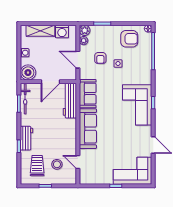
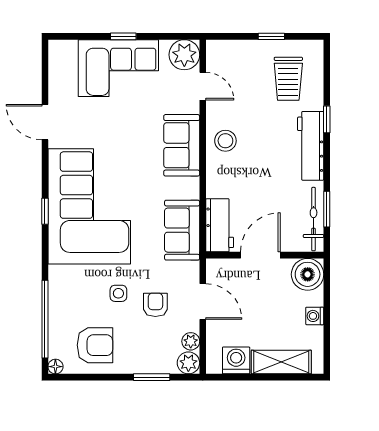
armchair: (129, 39) -> (95, 345), turned 180
workbench: (70, 101) -> (220, 225), width x0.73
corner sofa: (137, 105) -> (89, 206), width x1.36, depth x1.36
sofa: (88, 129) -> (182, 145), width x0.73
workbench: (26, 138) -> (311, 146), width x1.38
stool: (57, 164) -> (225, 141), moved
corner sofa: (132, 171) -> (118, 68), moved
plant: (87, 177) -> (184, 55), added

